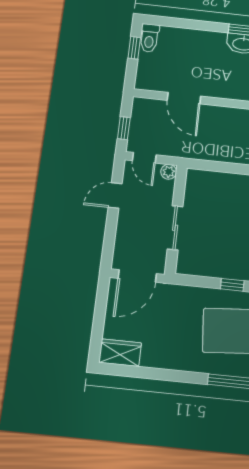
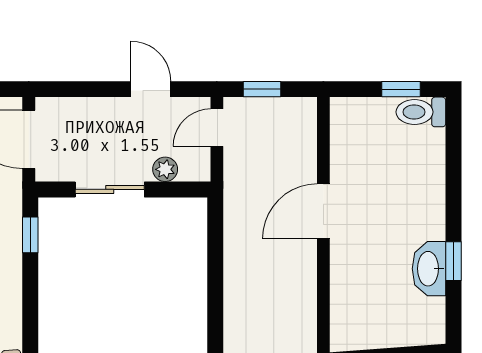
door: (184, 98) -> (323, 211), moved
plant: (169, 172) -> (165, 169), moved
window: (232, 285) -> (30, 235), moved

